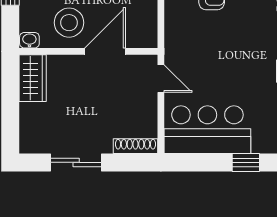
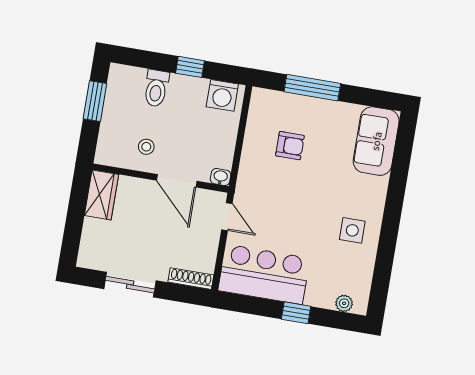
stool: (69, 23) -> (146, 147), width x0.53, depth x0.53
washbasin: (29, 40) -> (221, 177), moved
door: (105, 51) -> (177, 181), swing flipped

